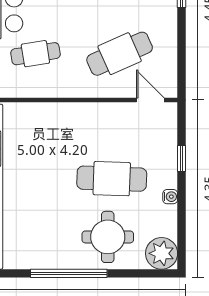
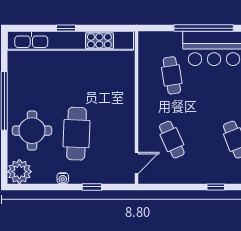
cafe table: (120, 54) -> (172, 140), width x0.73, depth x0.74

